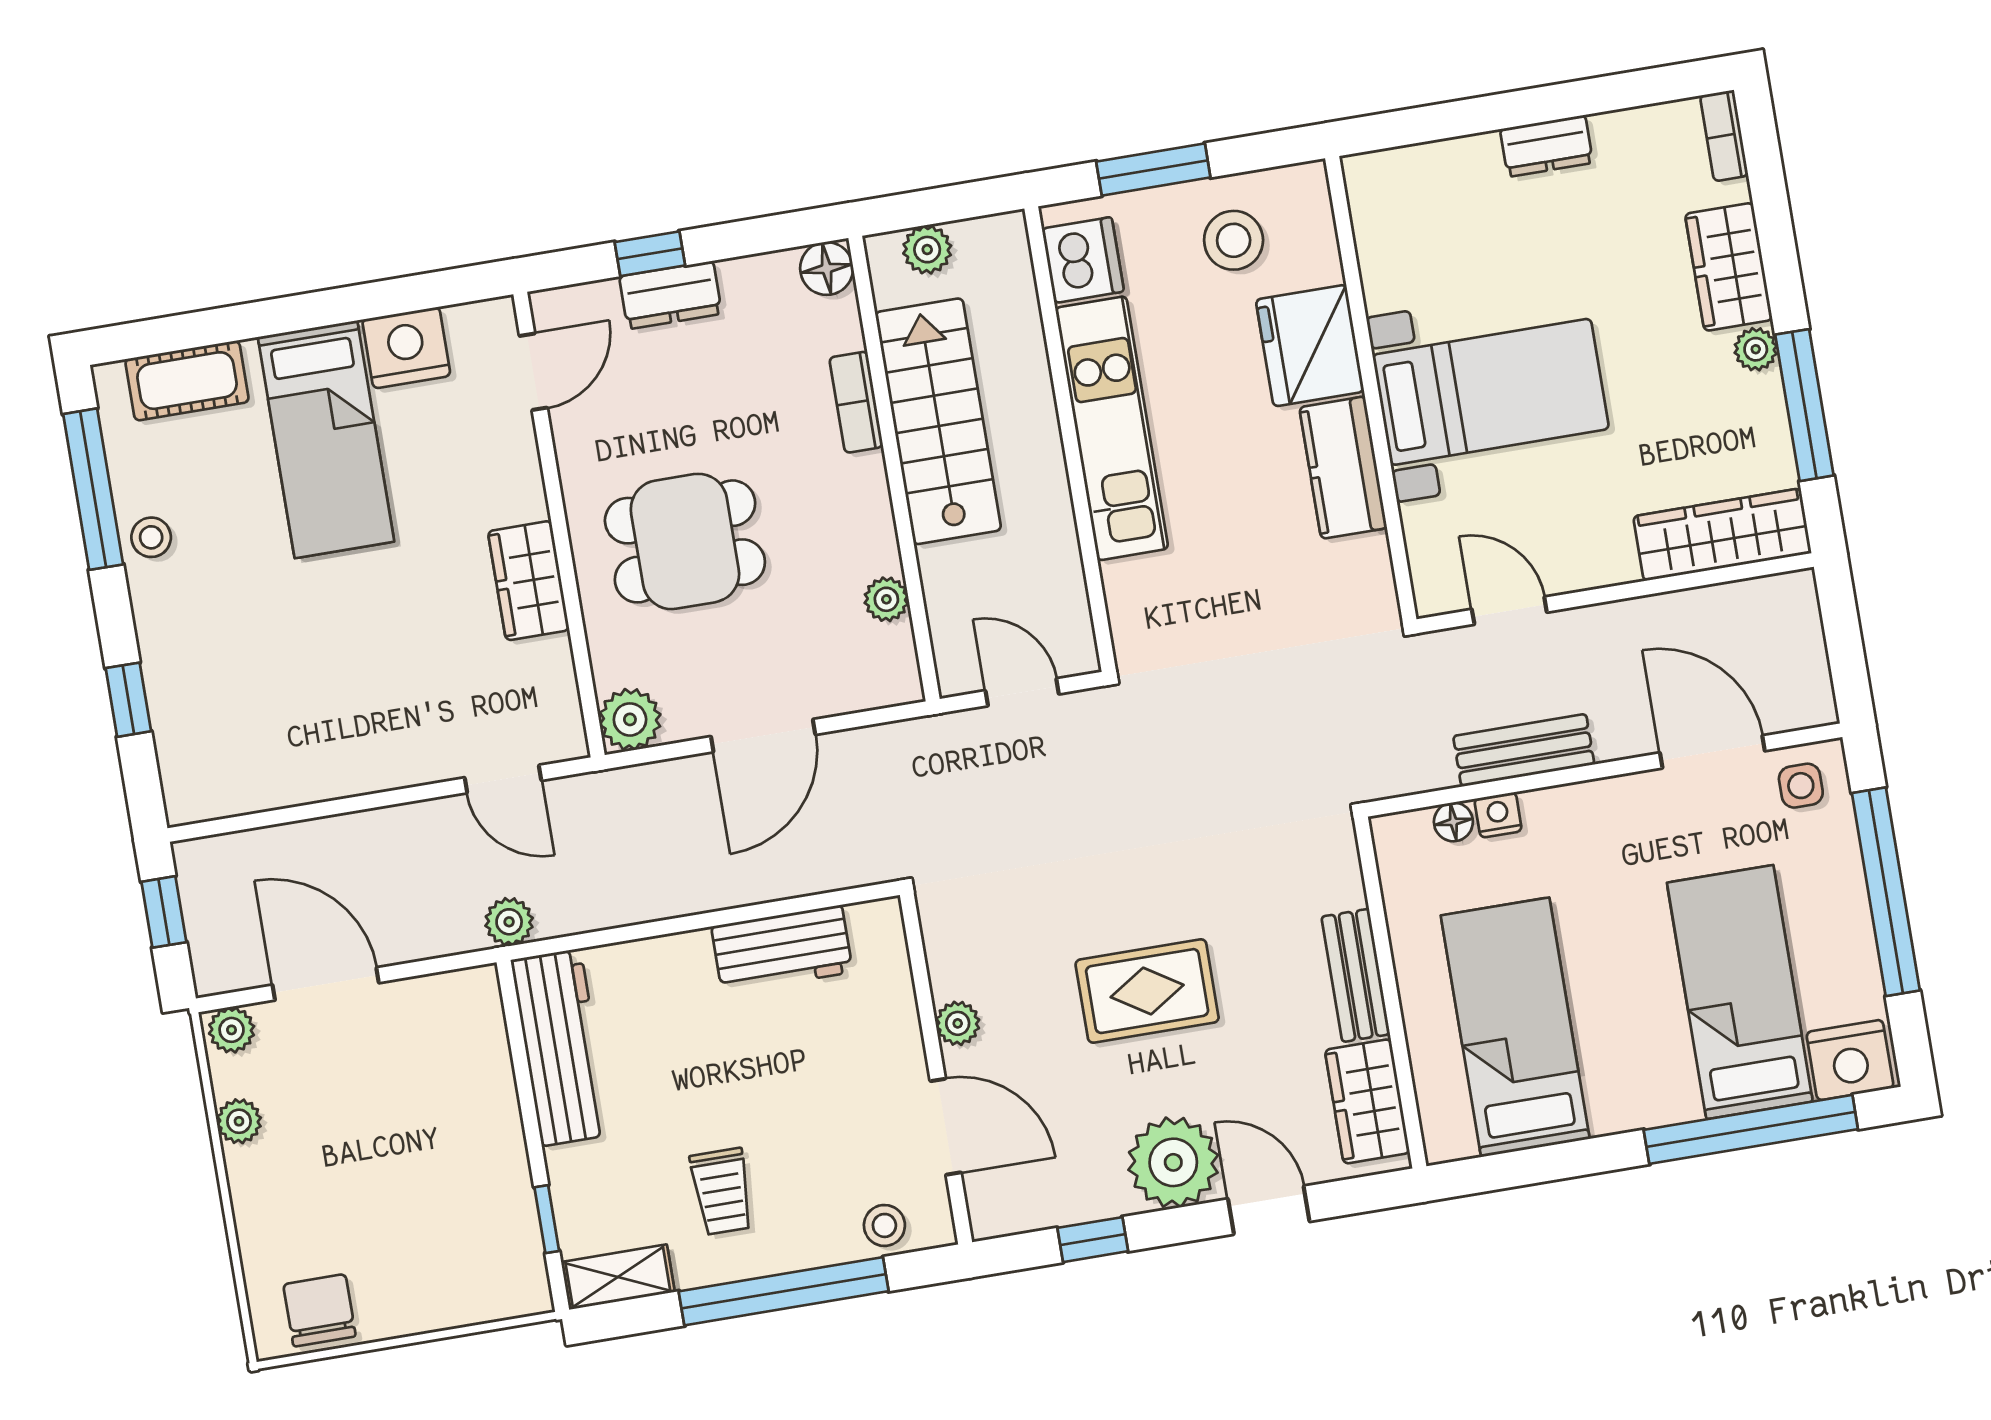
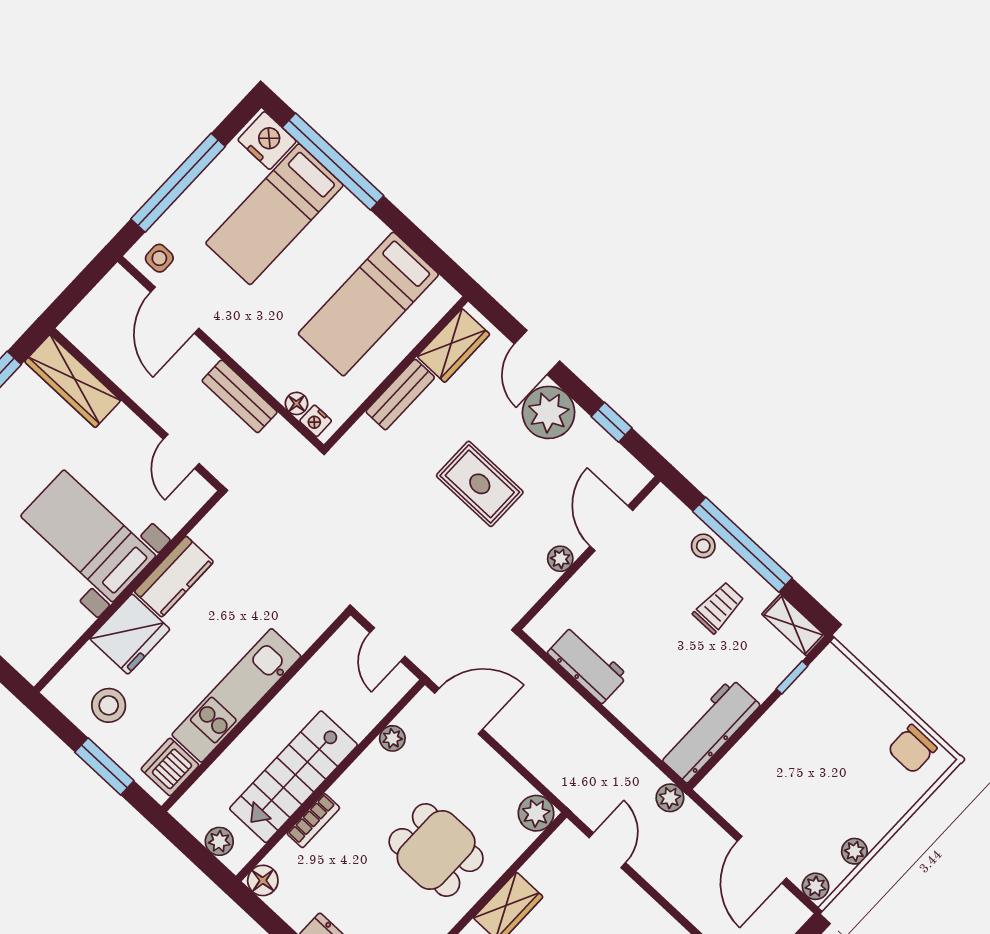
door: (763, 736) -> (459, 711), moved
nightstand: (1498, 815) -> (316, 421), moved
stool: (884, 1225) -> (703, 546), moved

